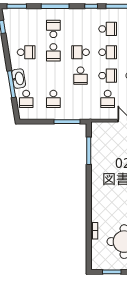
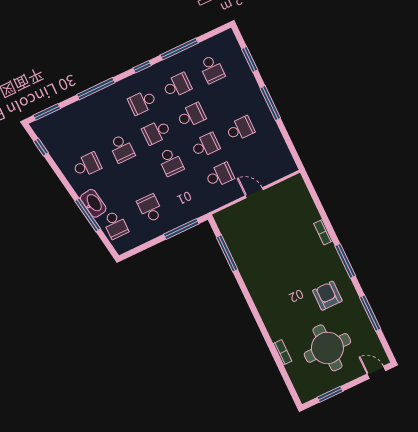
school desk: (53, 29) -> (142, 102), moved, turned -90
school desk: (53, 99) -> (150, 208), turned 180
school desk: (108, 99) -> (220, 175), turned -90

